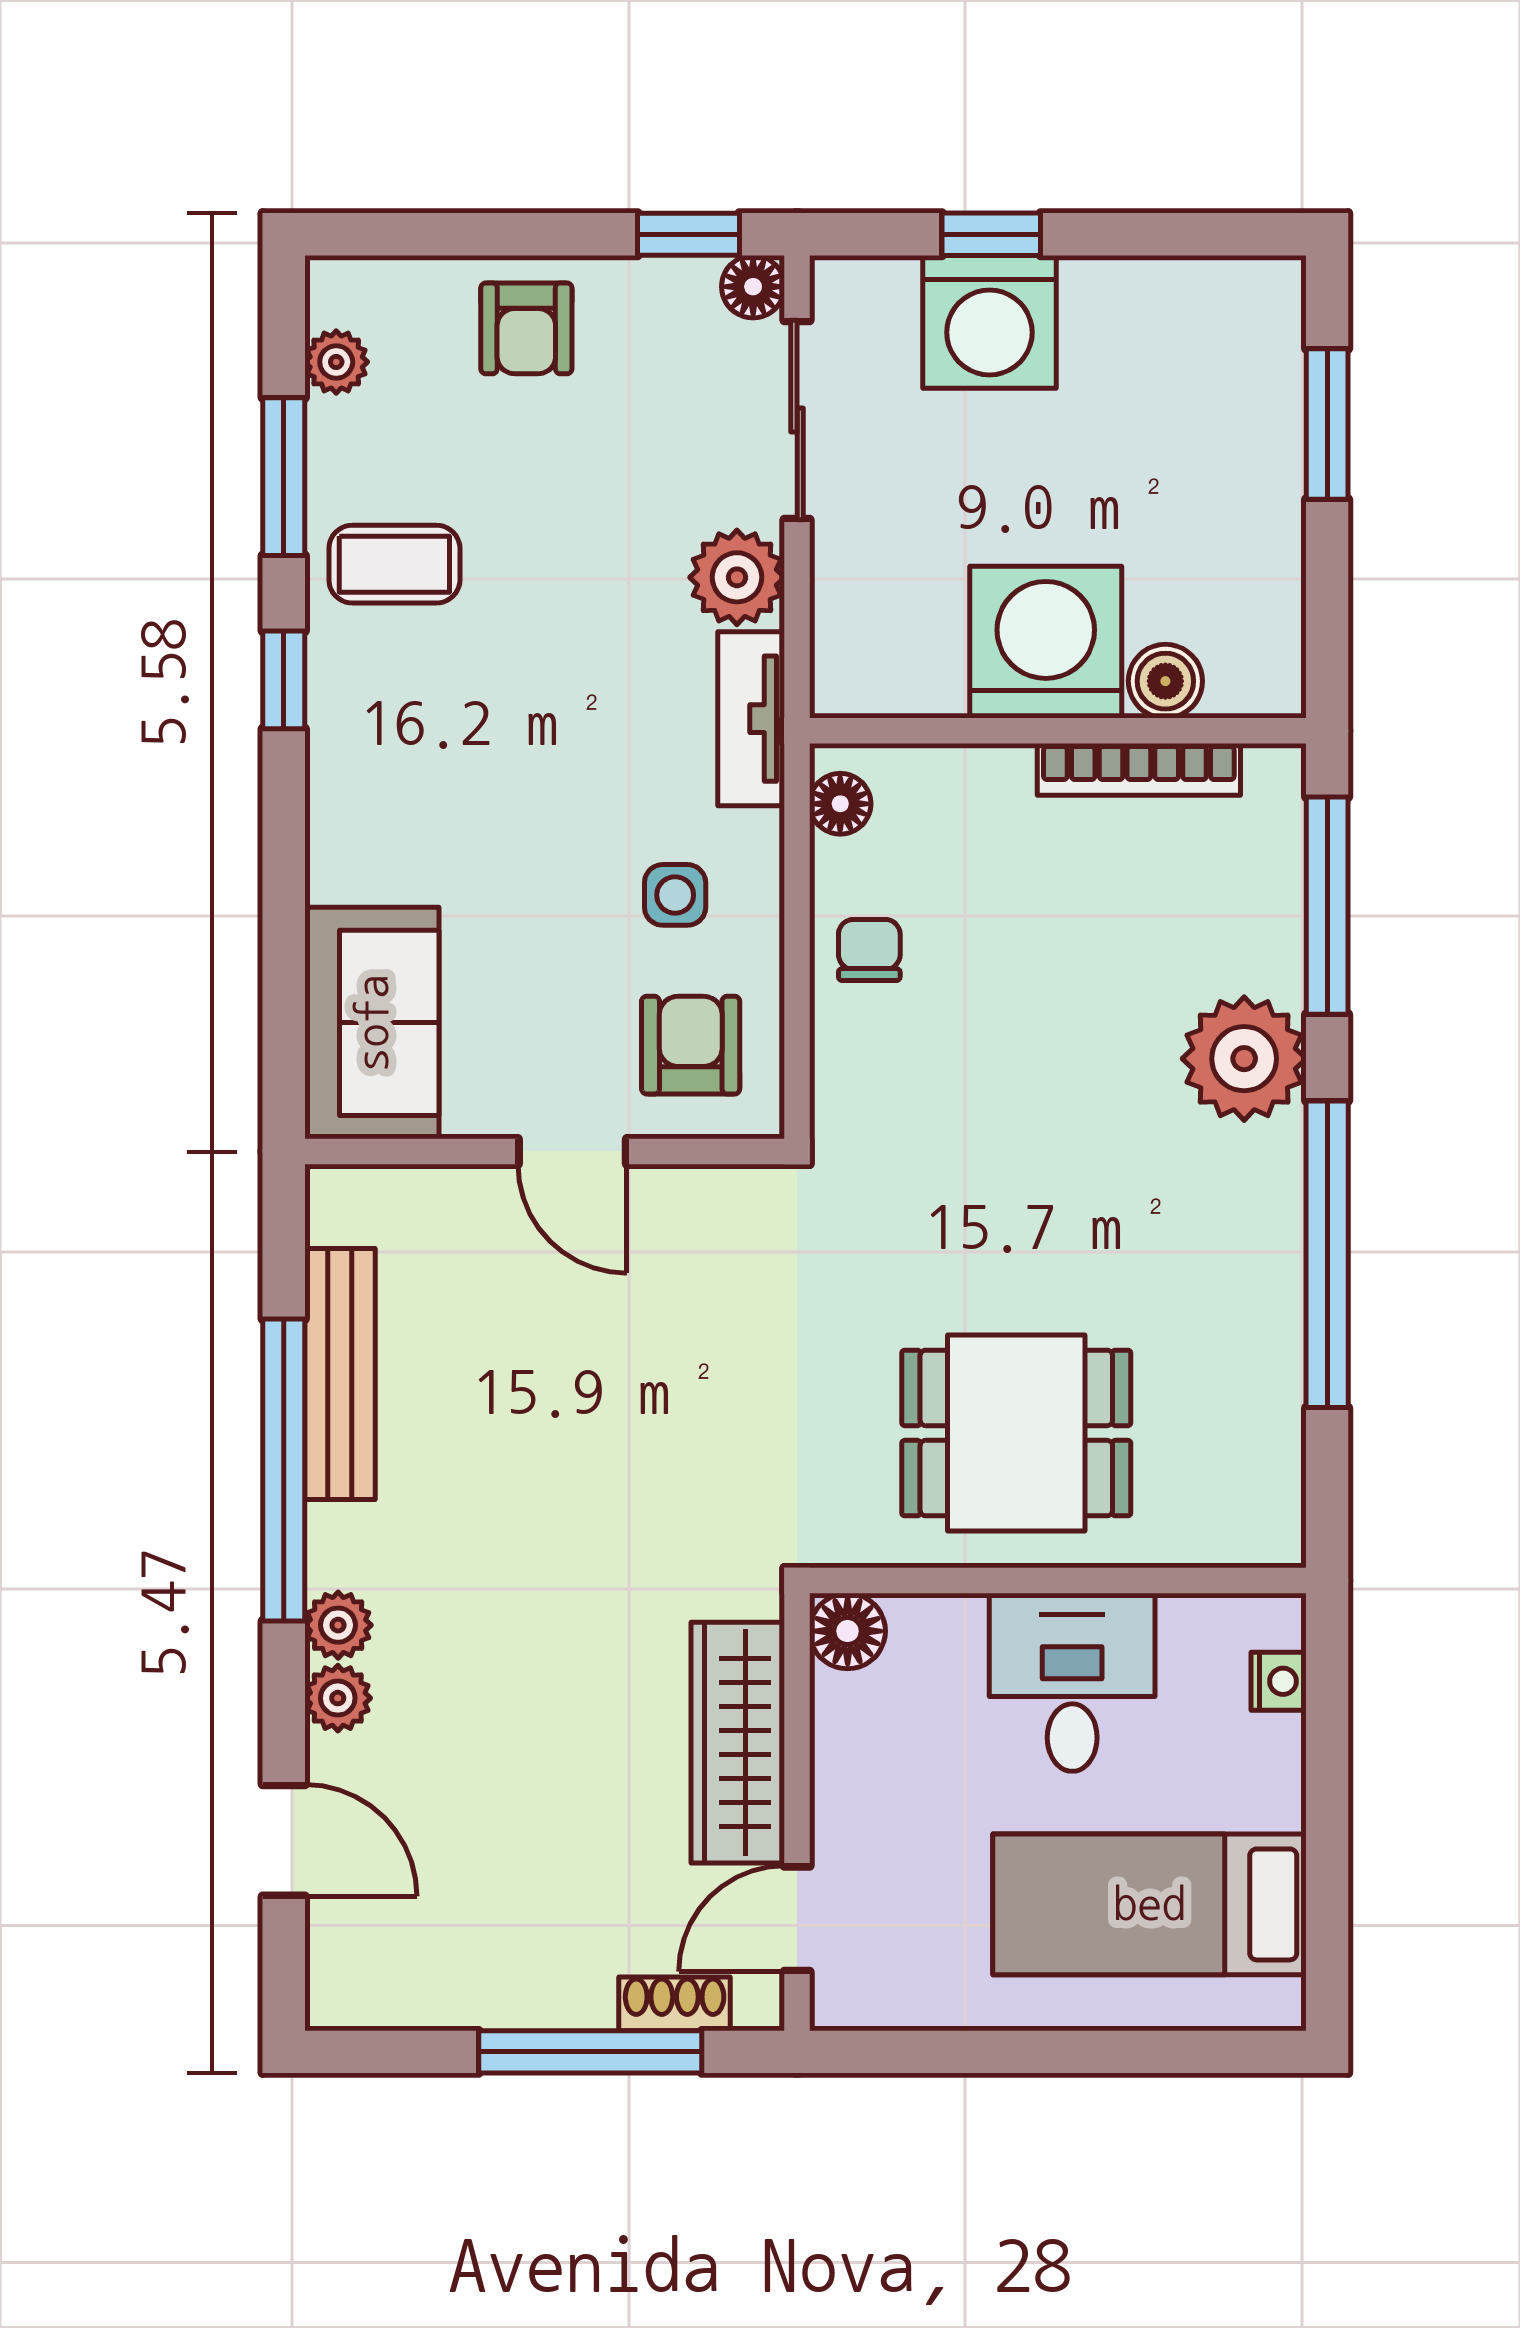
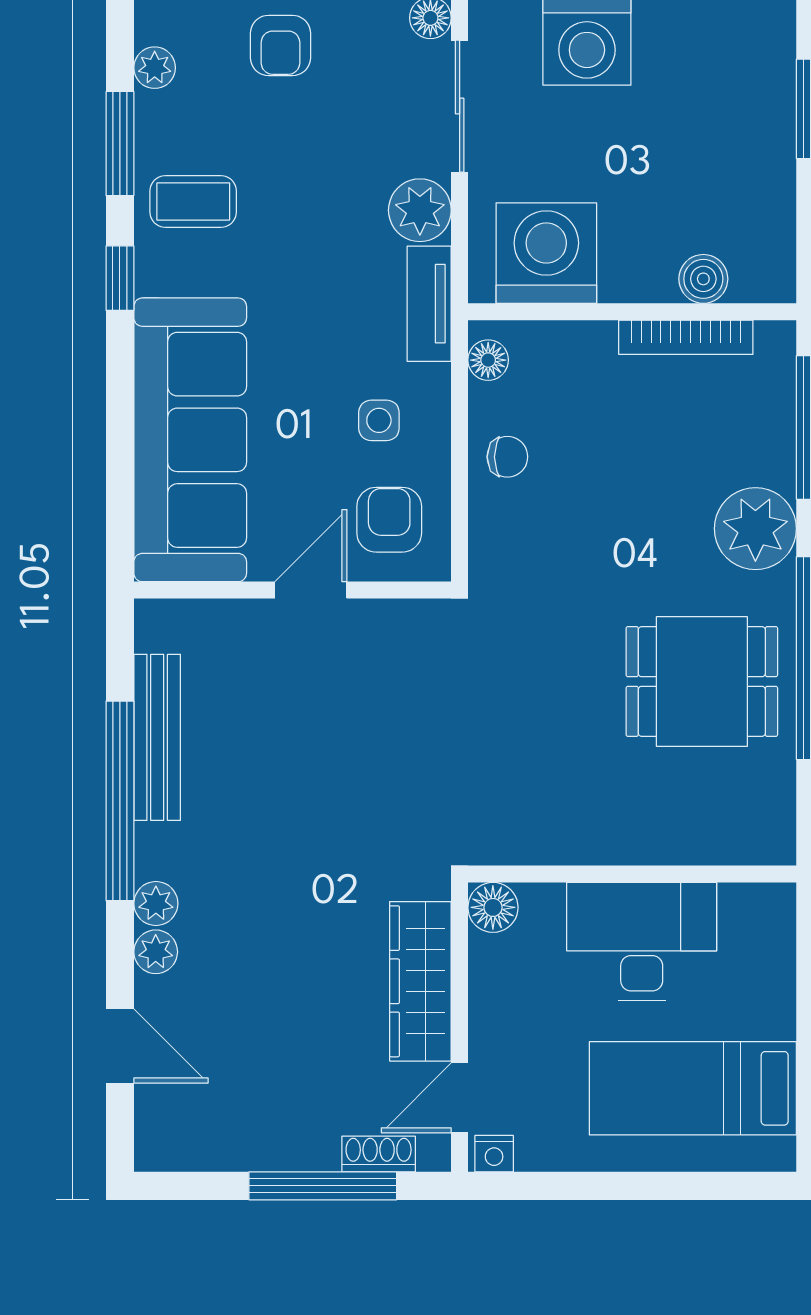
washing machine: (1046, 642) -> (546, 253), moved
chair: (869, 950) -> (507, 457), turned 90
sofa: (372, 1023) -> (190, 440), width x1.85, depth x1.27
door: (572, 1151) -> (311, 590), swing flipped
dining table: (1016, 1433) -> (702, 682), moved
nightstand: (1279, 1681) -> (494, 1154), moved, turned 90
desk: (1072, 1682) -> (642, 941), width x1.37

